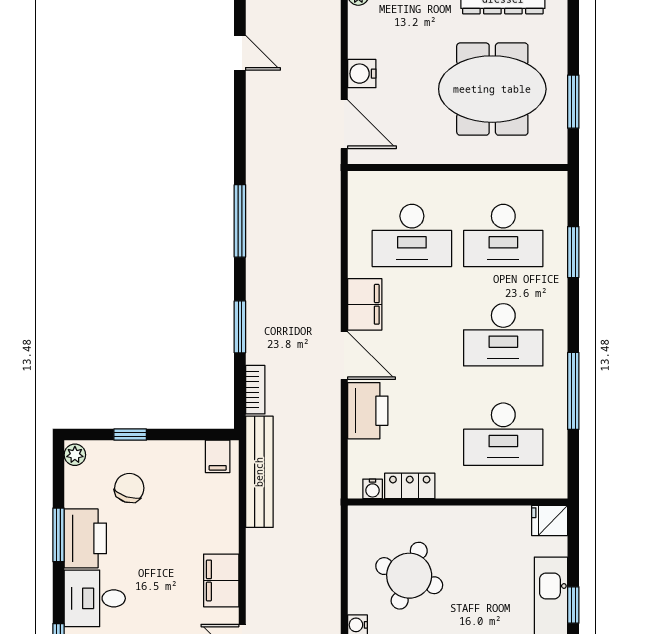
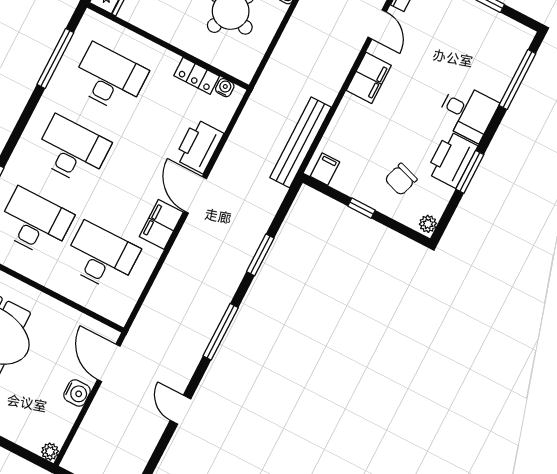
door: (240, 53) -> (180, 410), moved
bookcase: (255, 390) -> (273, 203), removed
window: (573, 391) -> (55, 58), moved
window: (130, 435) -> (362, 208), moved

